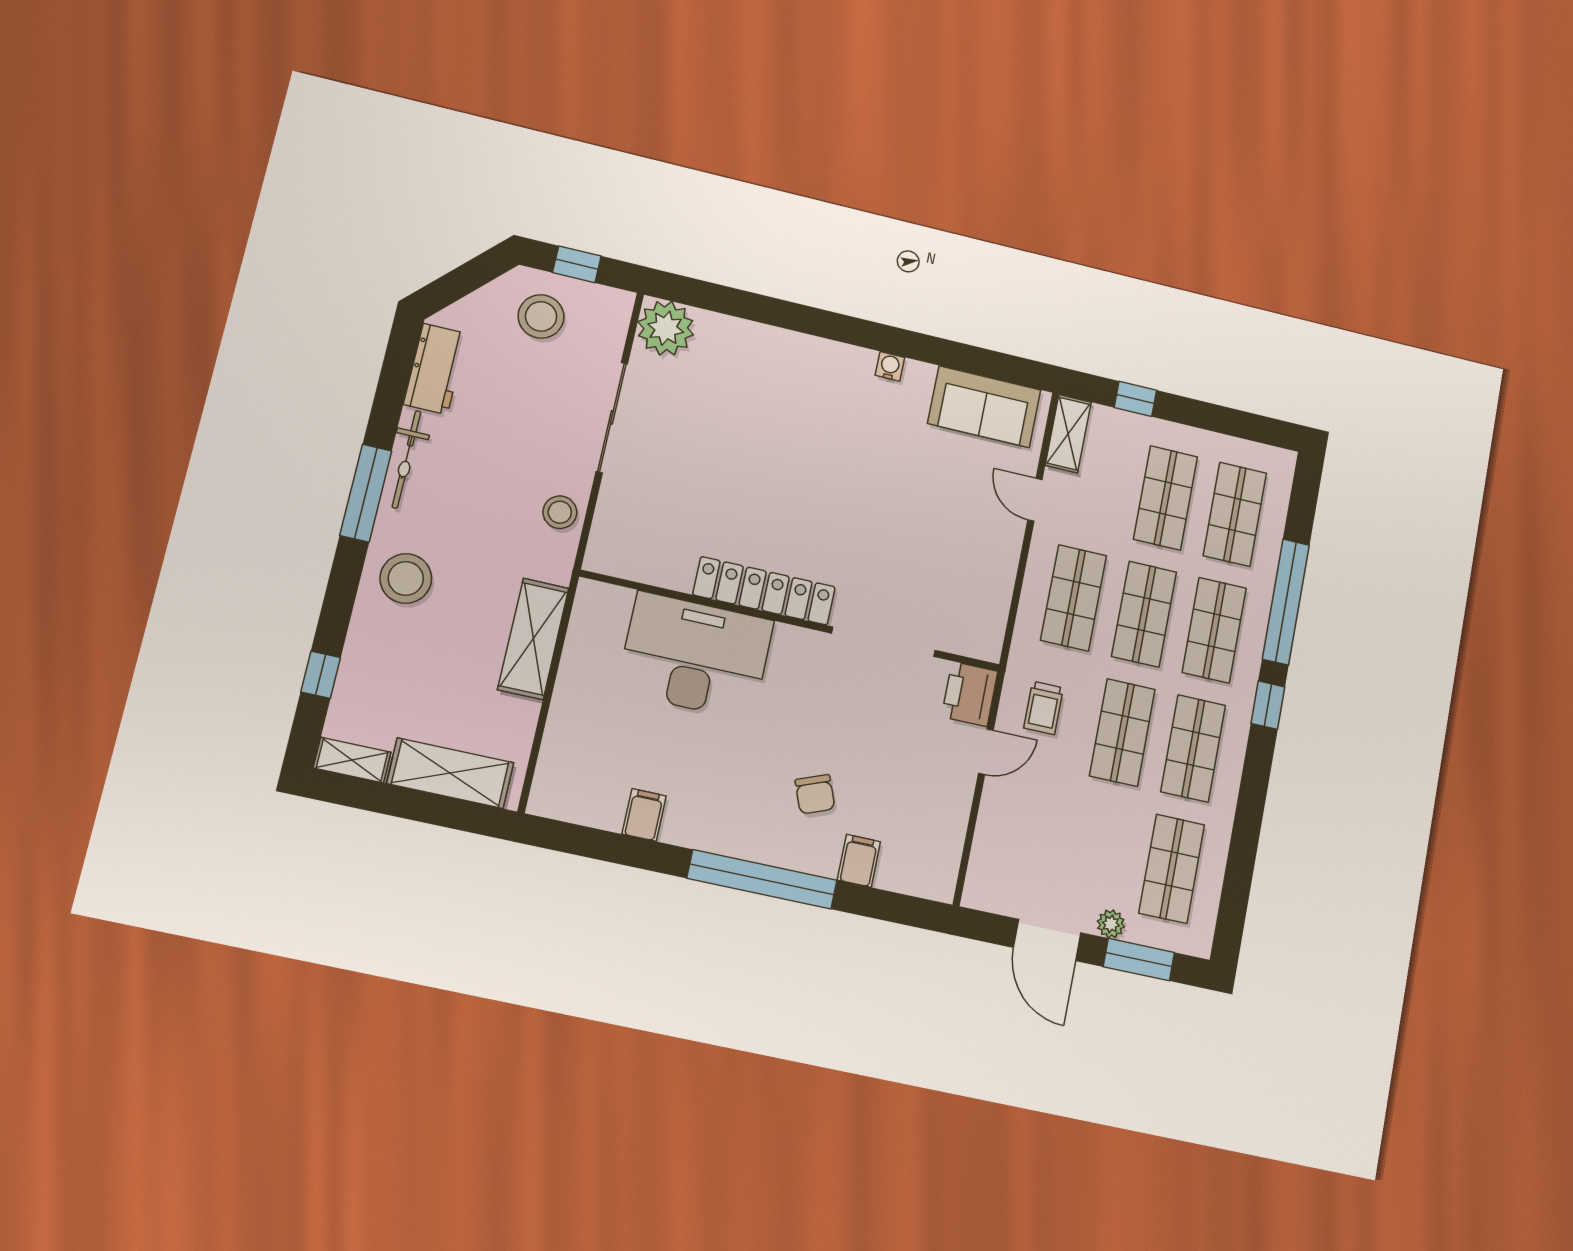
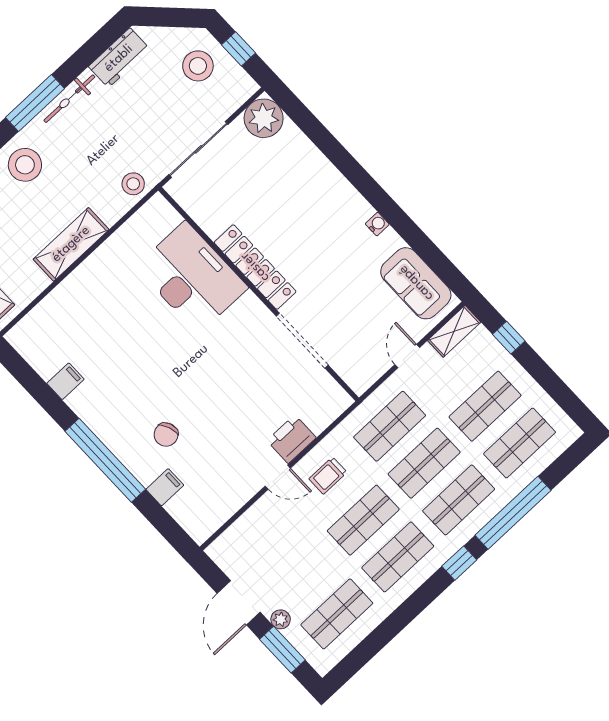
locker: (764, 591) -> (255, 267), moved
wall: (791, 621) -> (259, 294), moved
doorway: (883, 642) -> (302, 341), moved
desk: (695, 656) -> (192, 277), moved

